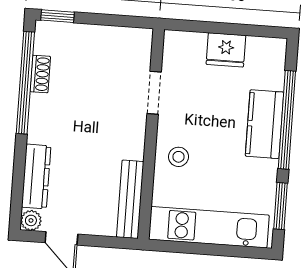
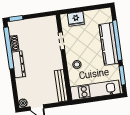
fridge: (226, 50) -> (76, 19), moved
kitchen counter: (264, 124) -> (109, 44), width x1.50
dresser: (36, 176) -> (18, 64), moved

